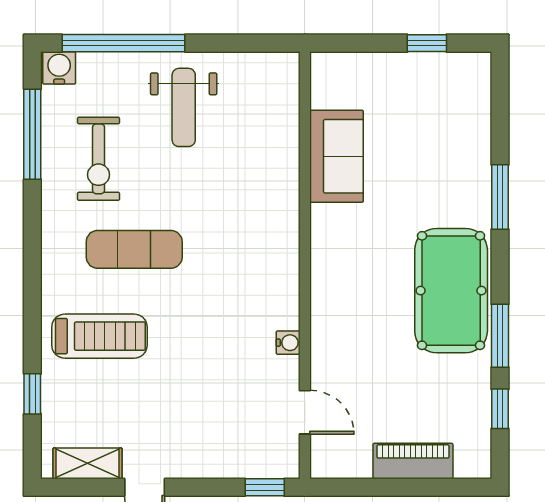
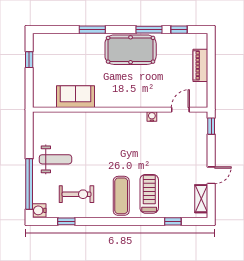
window: (32, 134) -> (66, 221), width x0.46
exercise mat: (134, 249) -> (121, 196), moved

